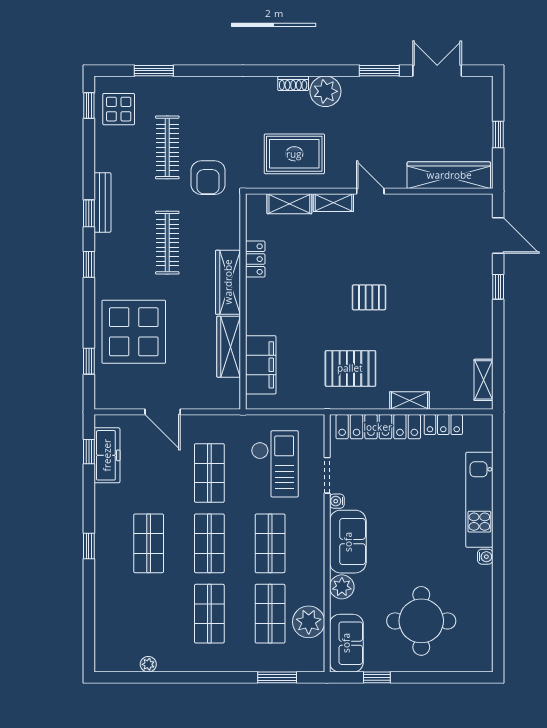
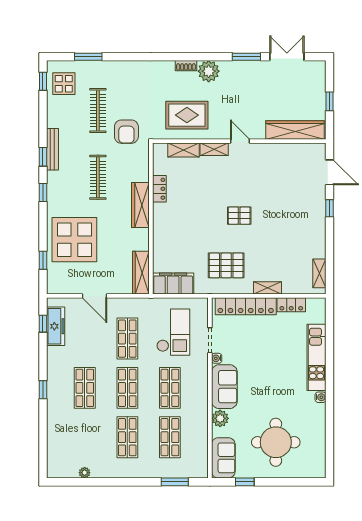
wardrobe: (229, 347) -> (141, 273), moved
filing cabinet: (261, 365) -> (173, 283), moved, turned -90
plant: (309, 622) -> (197, 443), removed

